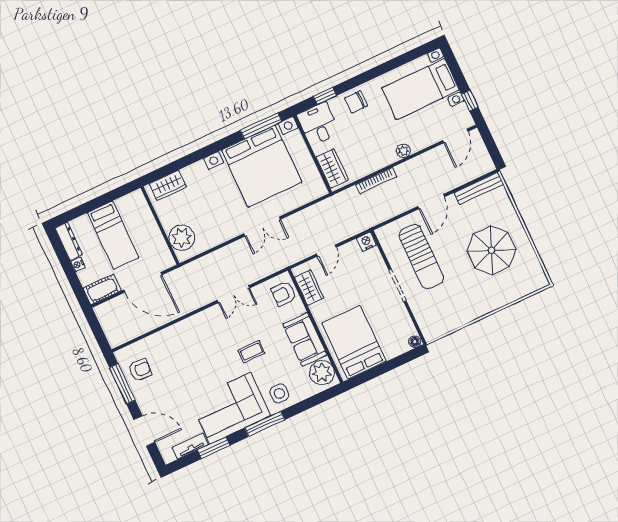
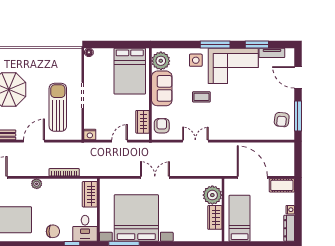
wardrobe: (168, 185) -> (215, 217), moved, turned -90
bed: (113, 235) -> (240, 218), moved
armchair: (283, 294) -> (162, 126), turned -90
armchair: (140, 370) -> (282, 120), turned -85

